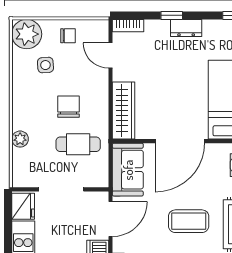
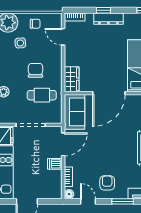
dresser: (186, 28) -> (108, 19), width x1.44
wardrobe: (124, 111) -> (72, 79), width x0.67
coffee table: (189, 221) -> (115, 146), removed

